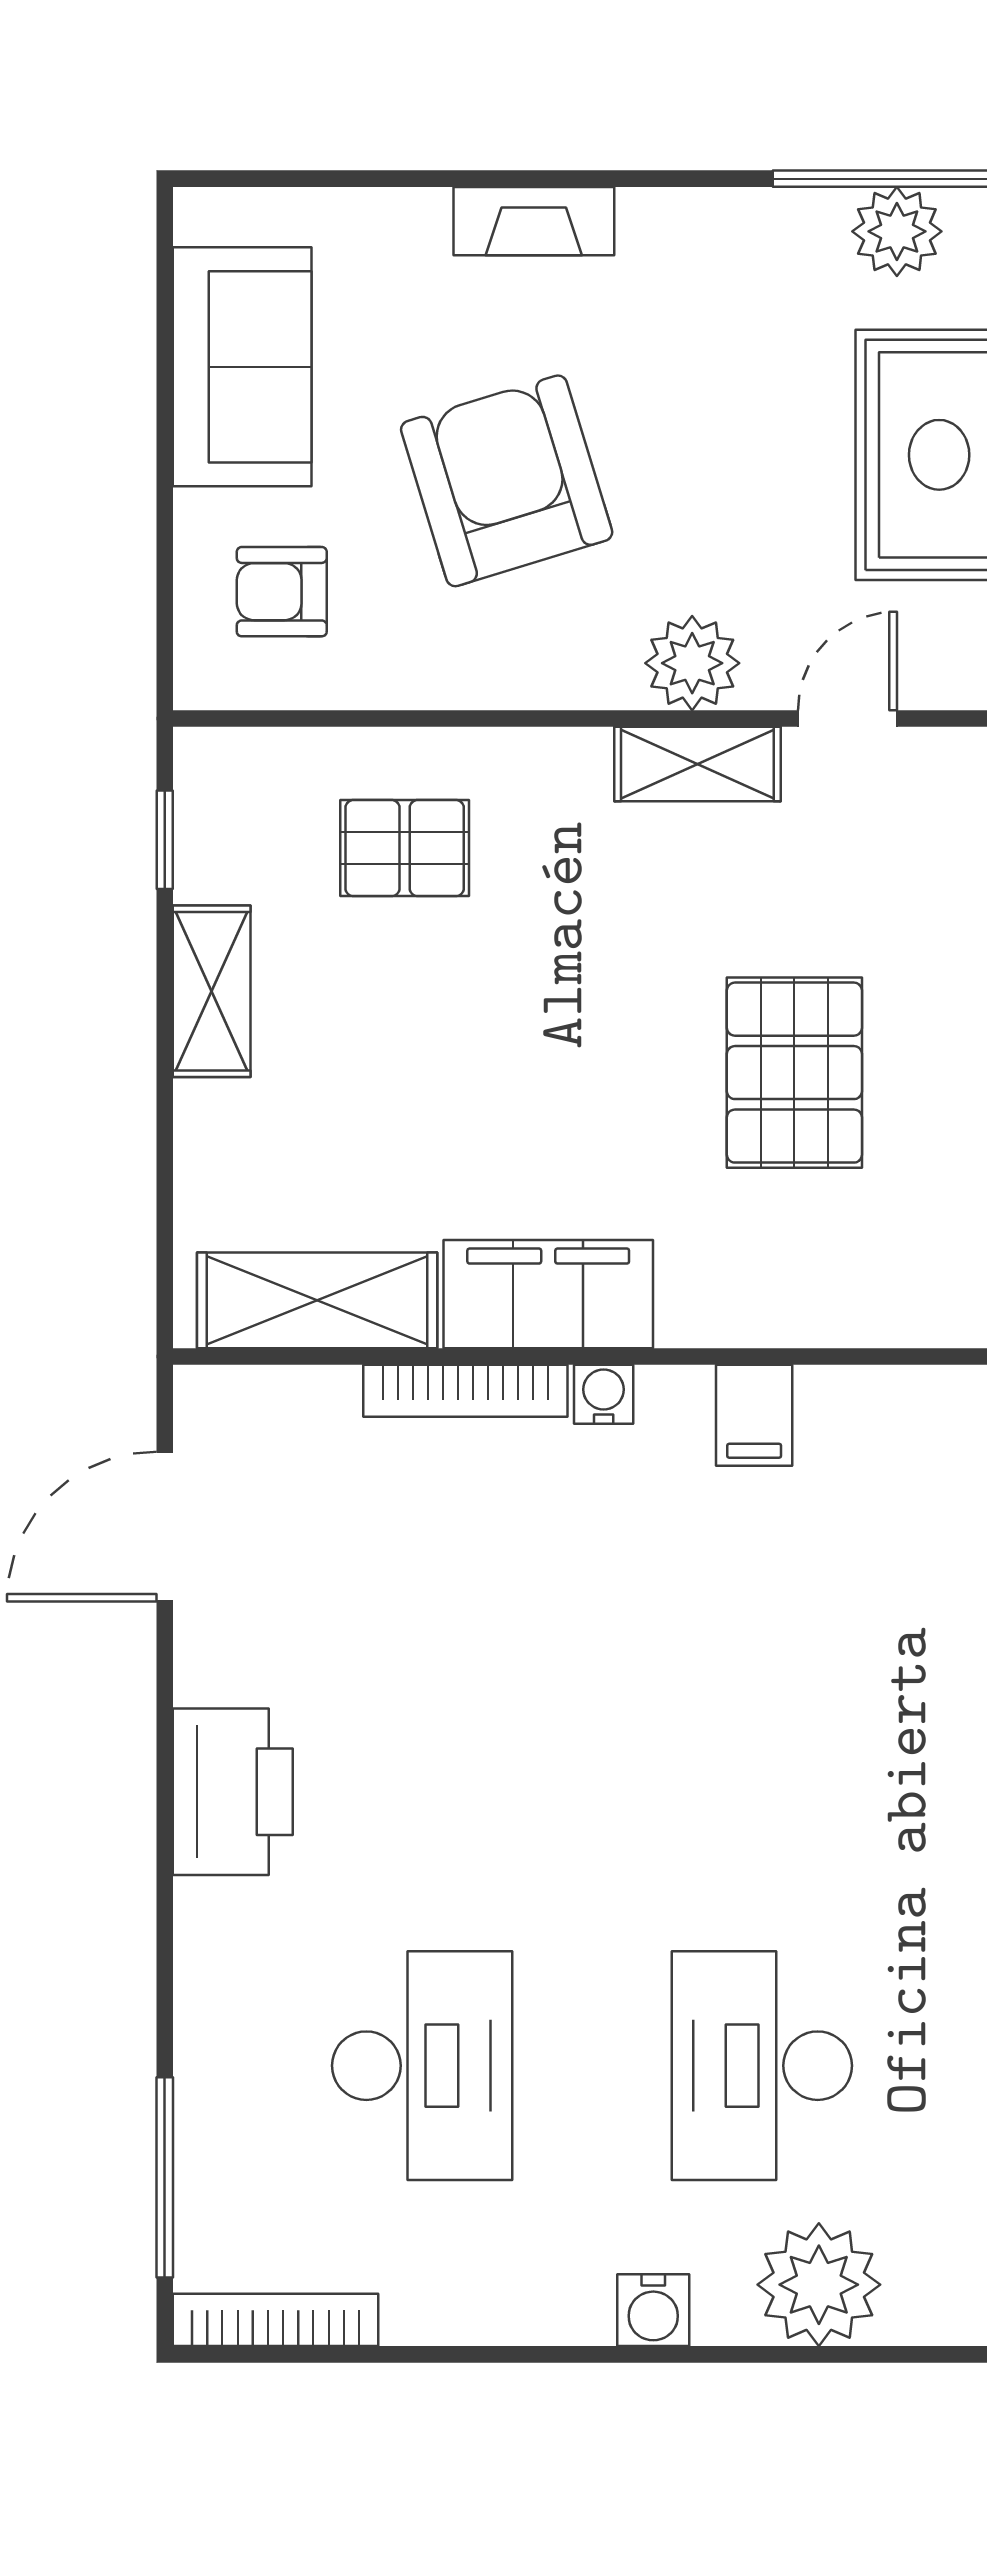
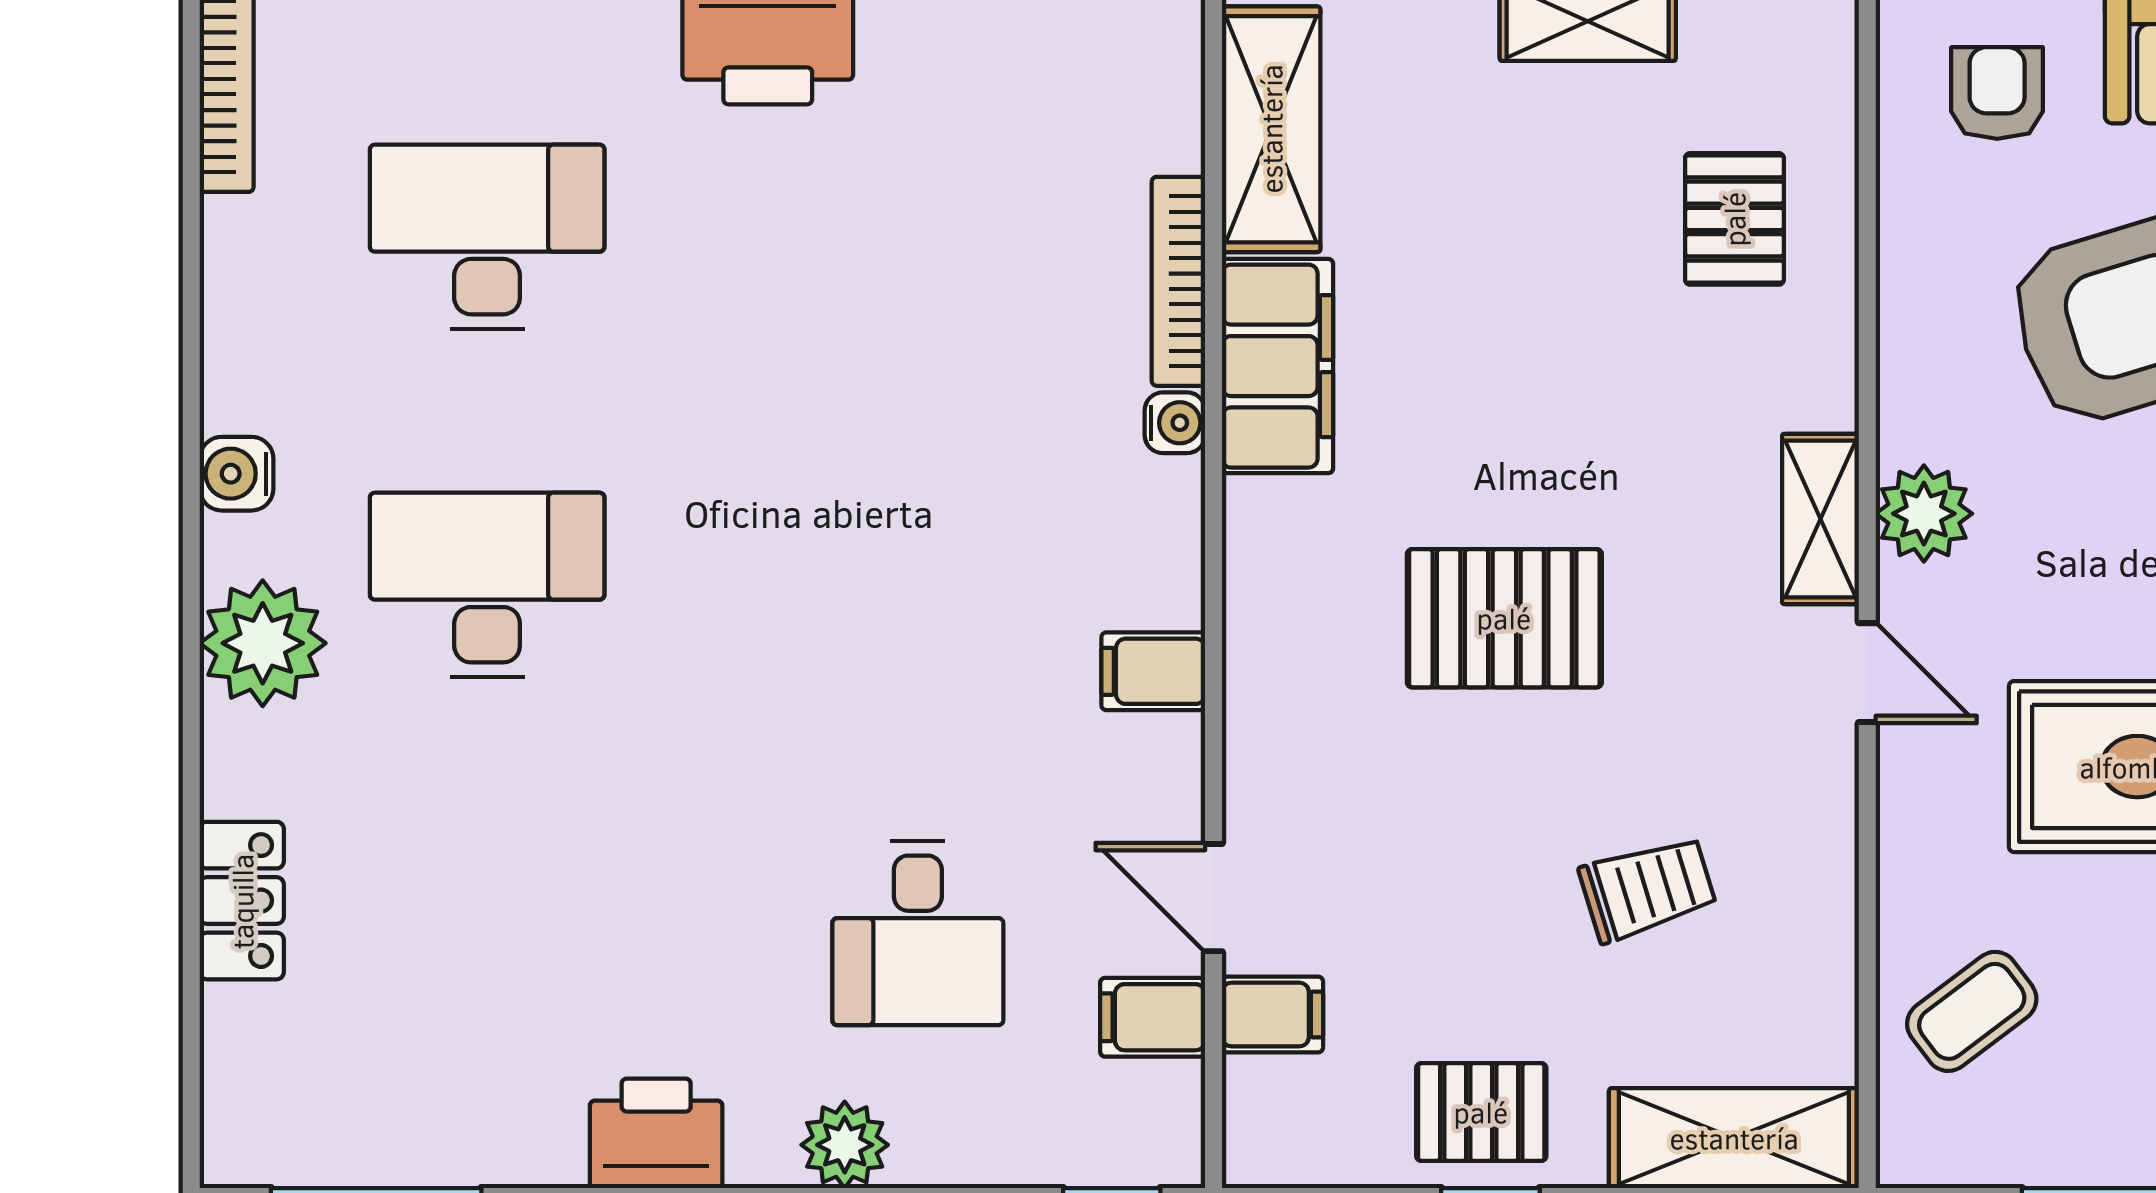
filing cabinet: (754, 1415) -> (1153, 671), moved
desk: (422, 2066) -> (487, 237), turned 180

